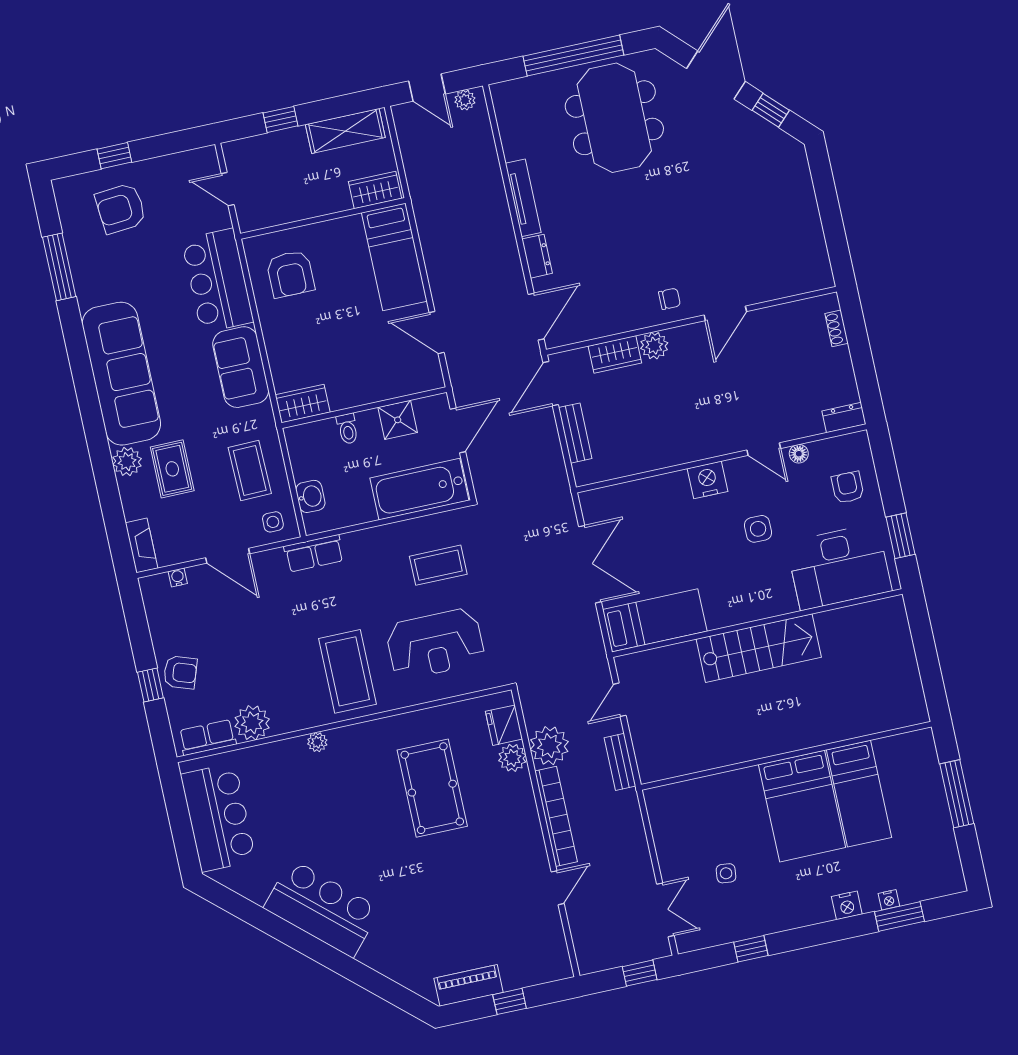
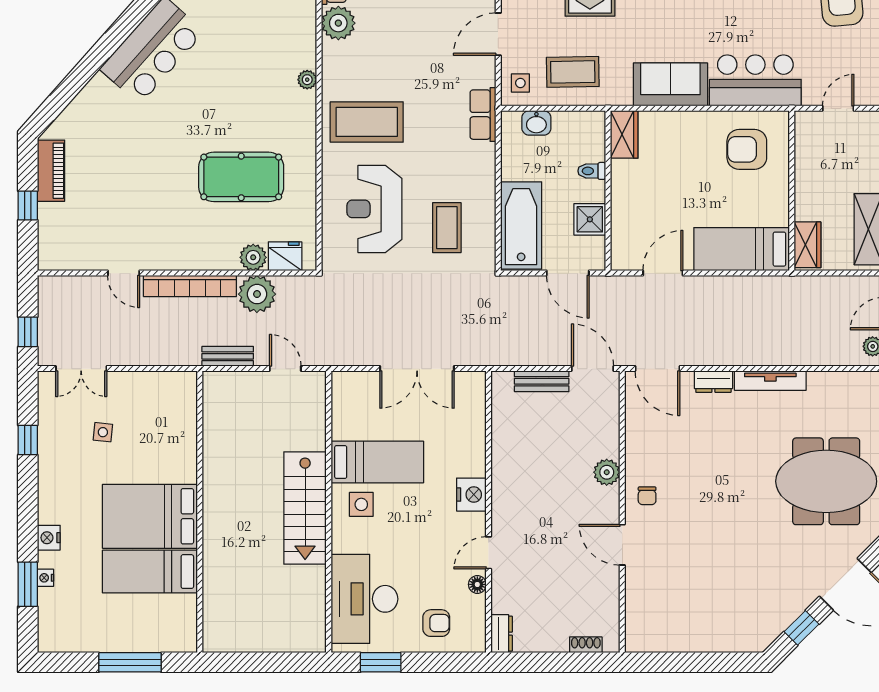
wardrobe: (615, 354) -> (607, 434), removed
side table: (758, 529) -> (361, 504), moved
bed: (655, 620) -> (377, 462), moved, turned -90

